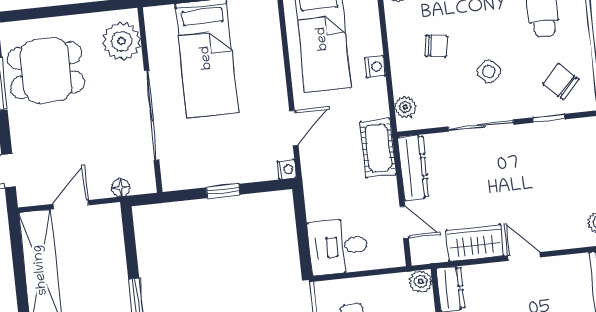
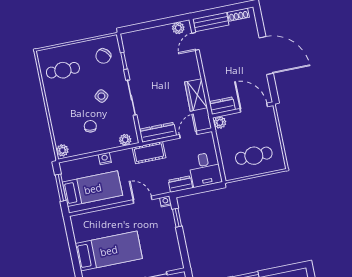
window: (223, 191) -> (177, 218), moved
dresser: (316, 199) -> (180, 184), added
door: (524, 256) -> (195, 41), moved

